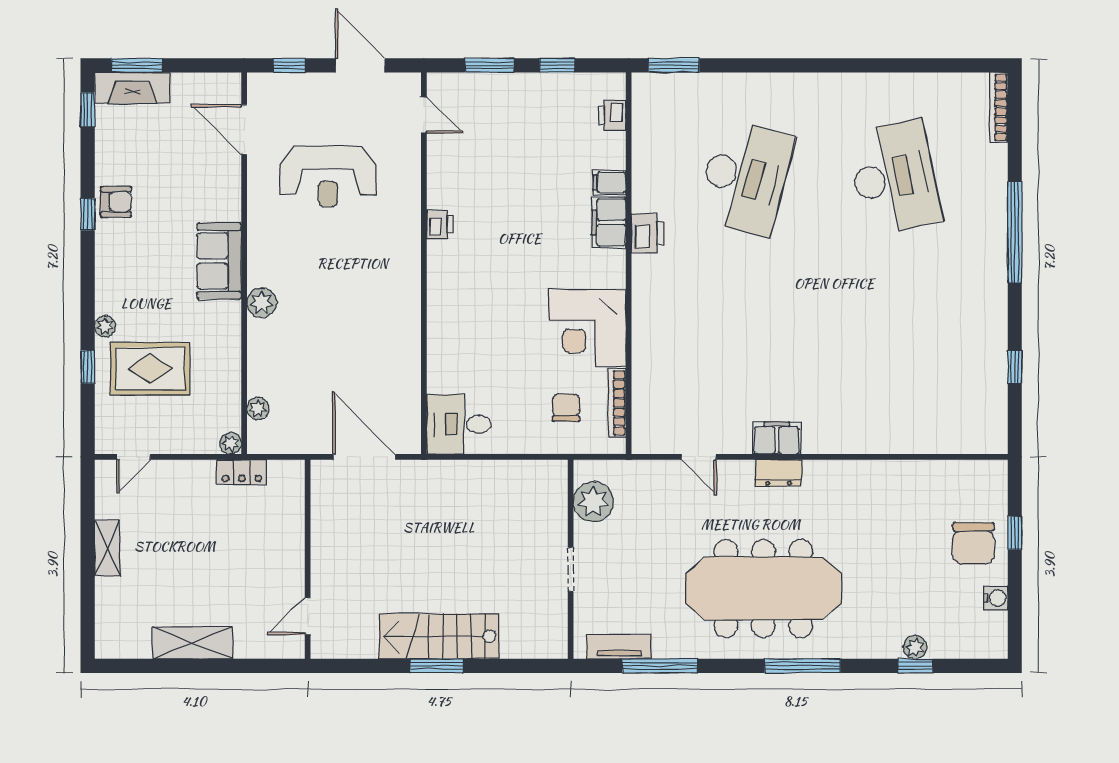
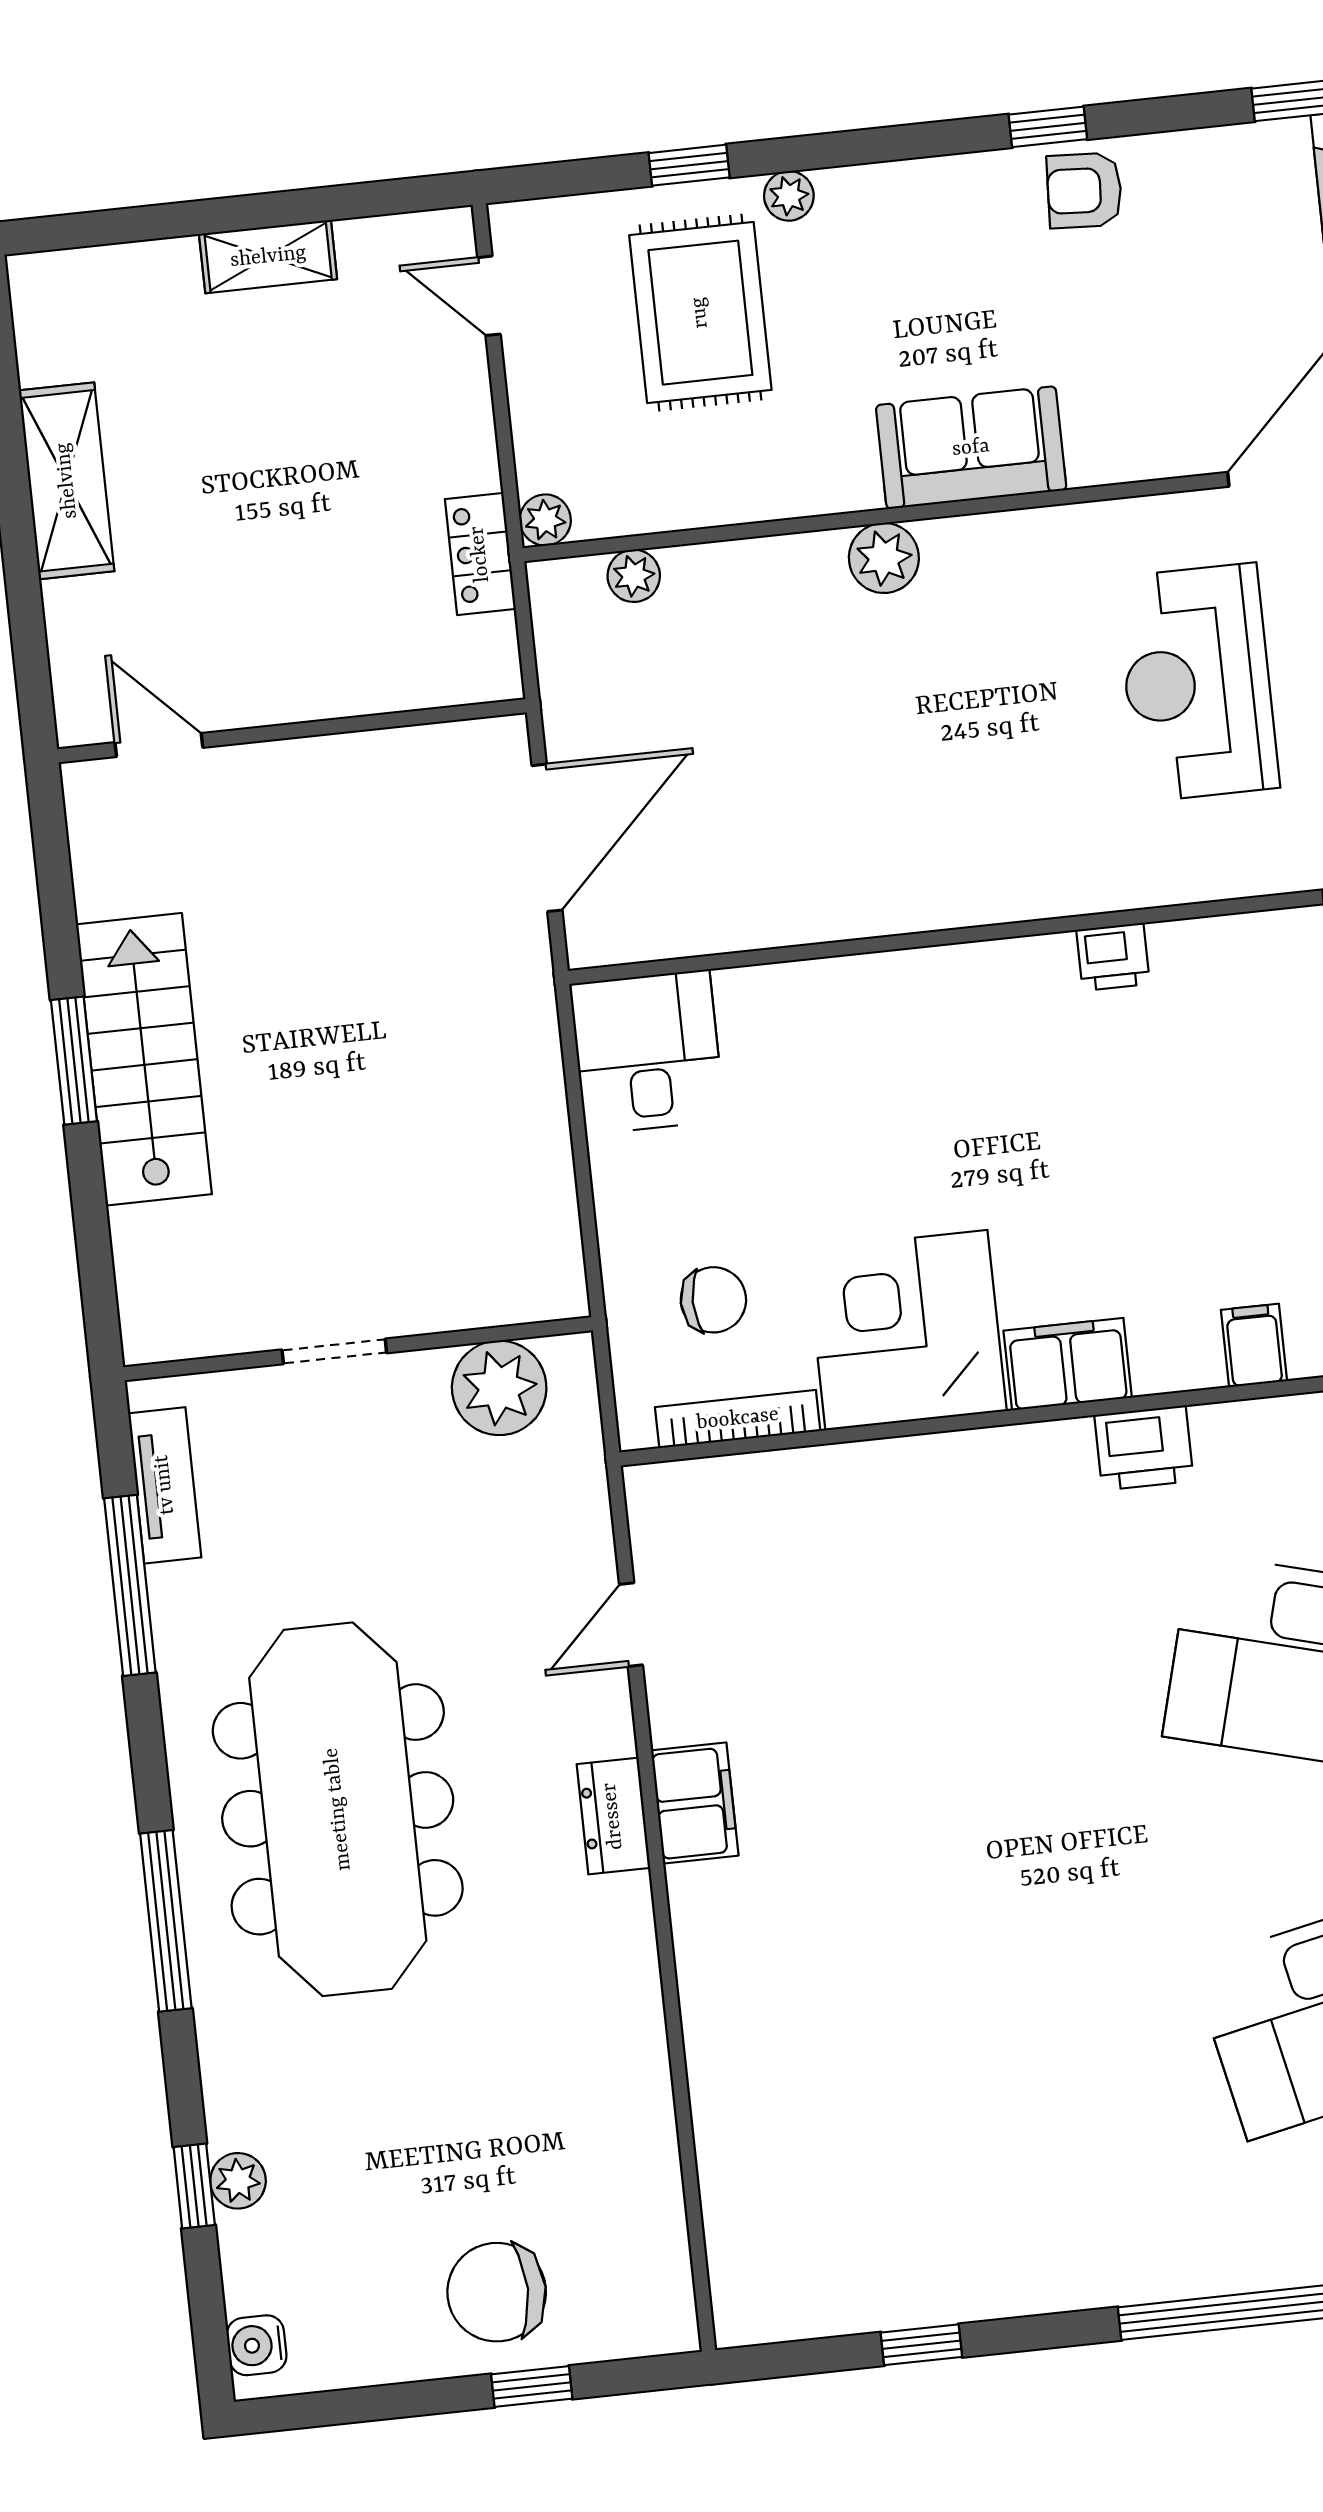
armchair: (116, 202) -> (1084, 190), turned 93
filing cabinet: (609, 222) -> (1068, 1364), moved
water cooler: (996, 598) -> (257, 2345), moved, turned 90

